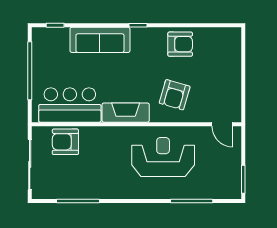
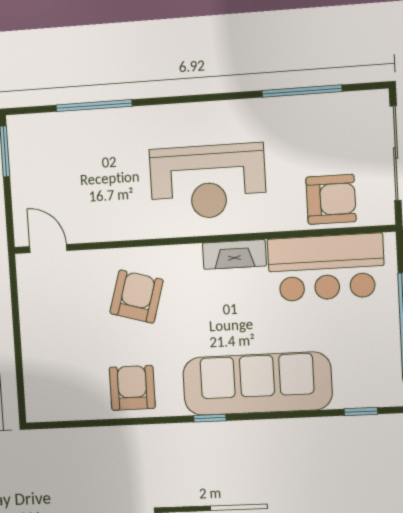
sofa: (100, 40) -> (257, 384), width x1.36, depth x1.27
armchair: (180, 44) -> (132, 388), turned 90
fireplace: (126, 113) -> (234, 254), width x0.73, depth x0.76
reception desk: (163, 157) -> (208, 182), moved

